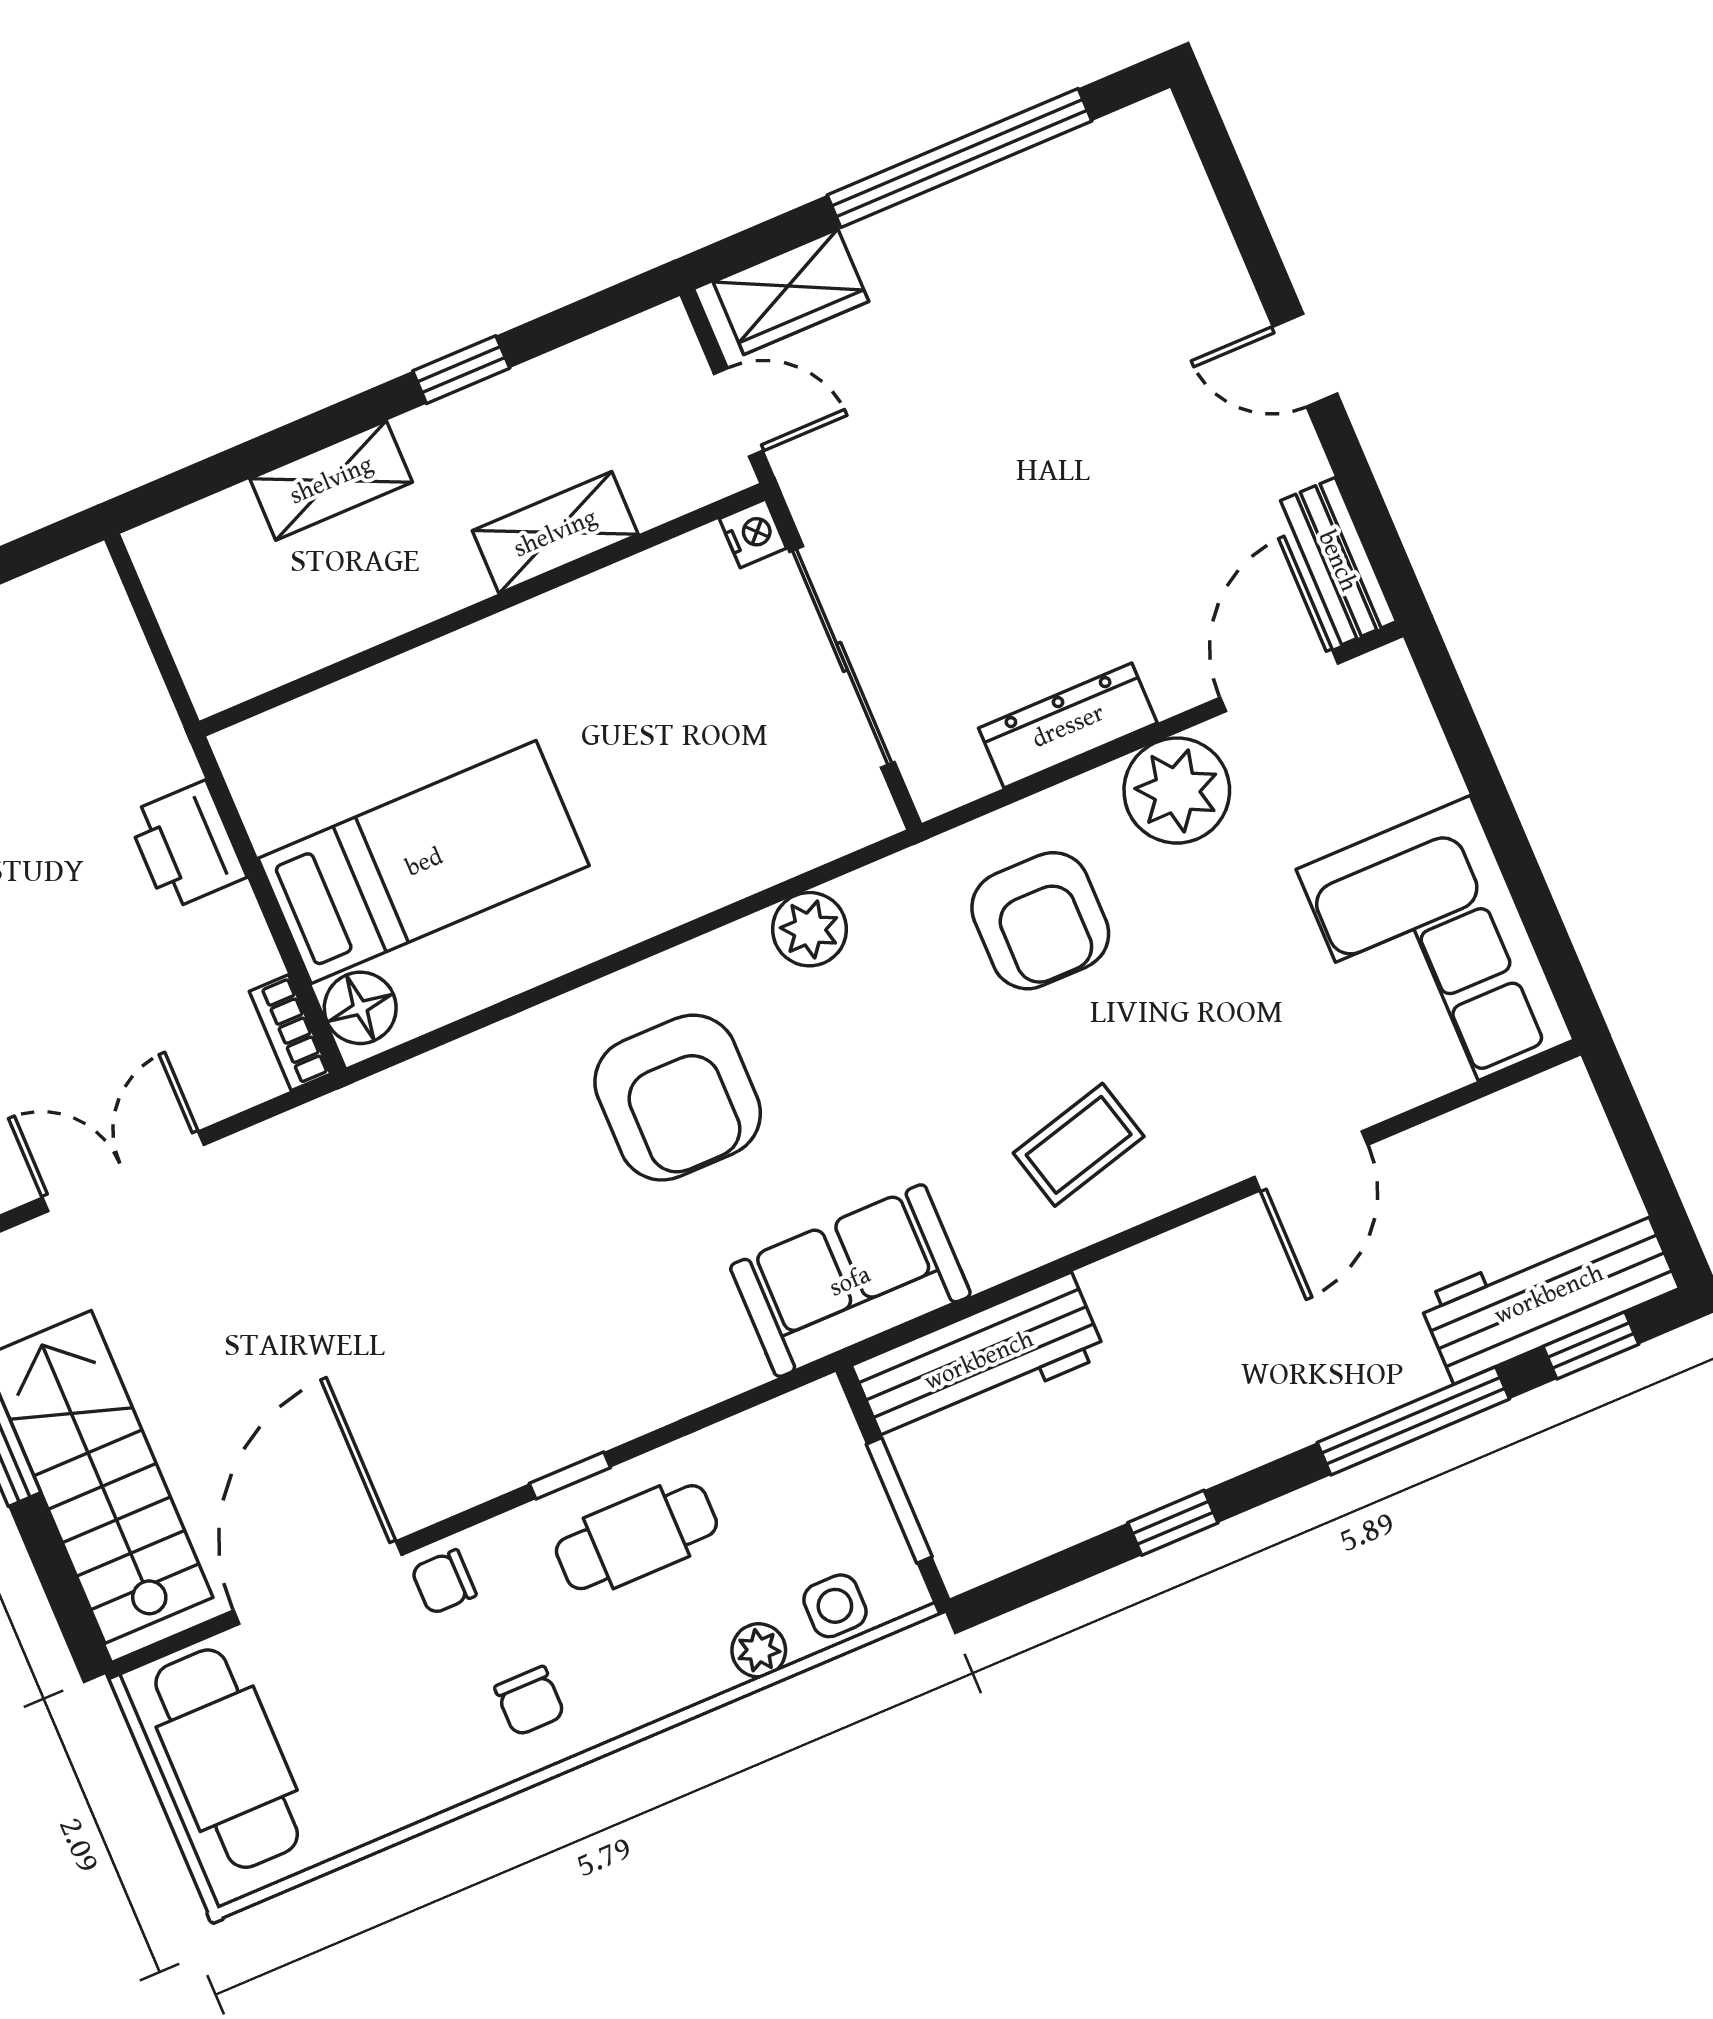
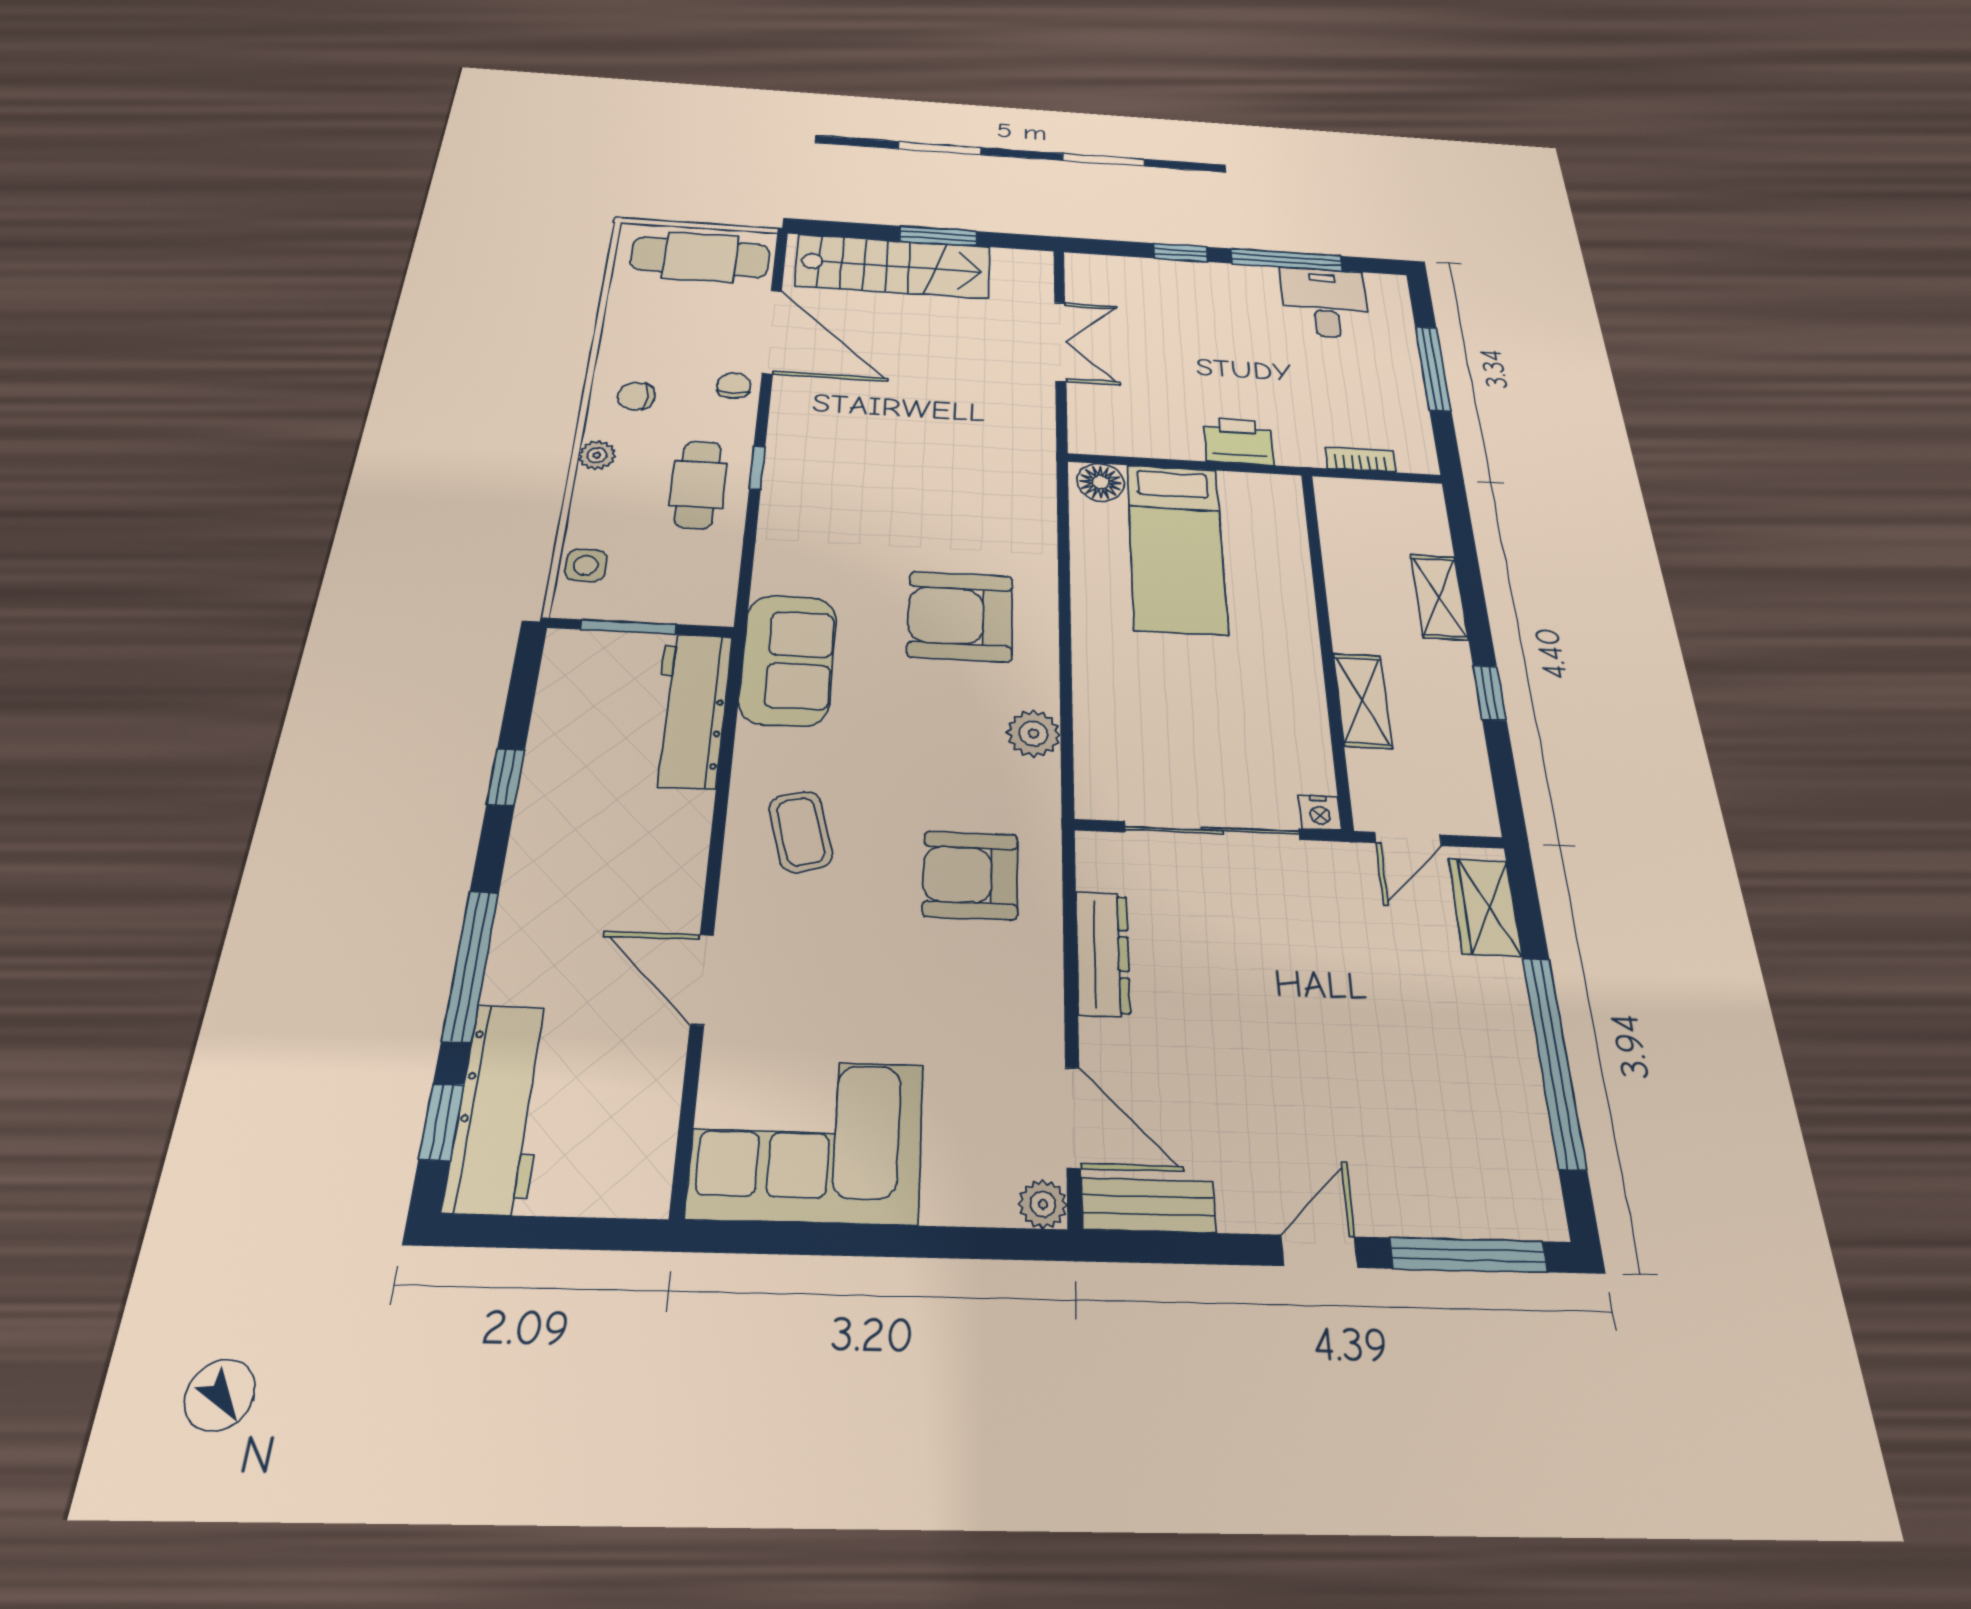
window: (1236, 197) -> (1468, 1255), added
plant: (1177, 791) -> (1043, 1204), moved, width x0.53, depth x0.53
bookcase: (290, 1033) -> (1360, 460), moved
plant: (759, 1650) -> (597, 455), moved

